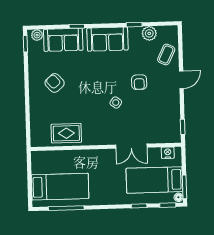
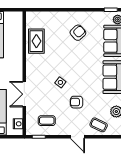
coffee table: (163, 118) -> (47, 121), added

